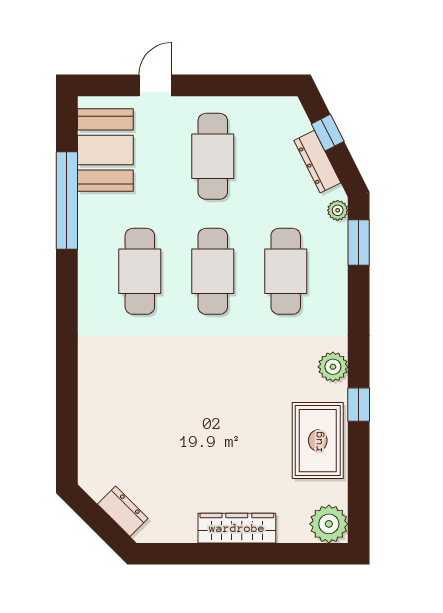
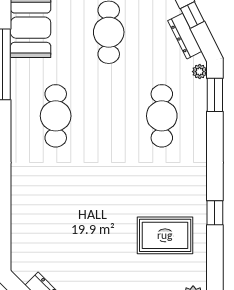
cafe table: (213, 271) -> (109, 116), removed
plant: (333, 367) -> (196, 185), removed
rug: (318, 441) -> (165, 235), moved, turned 90

